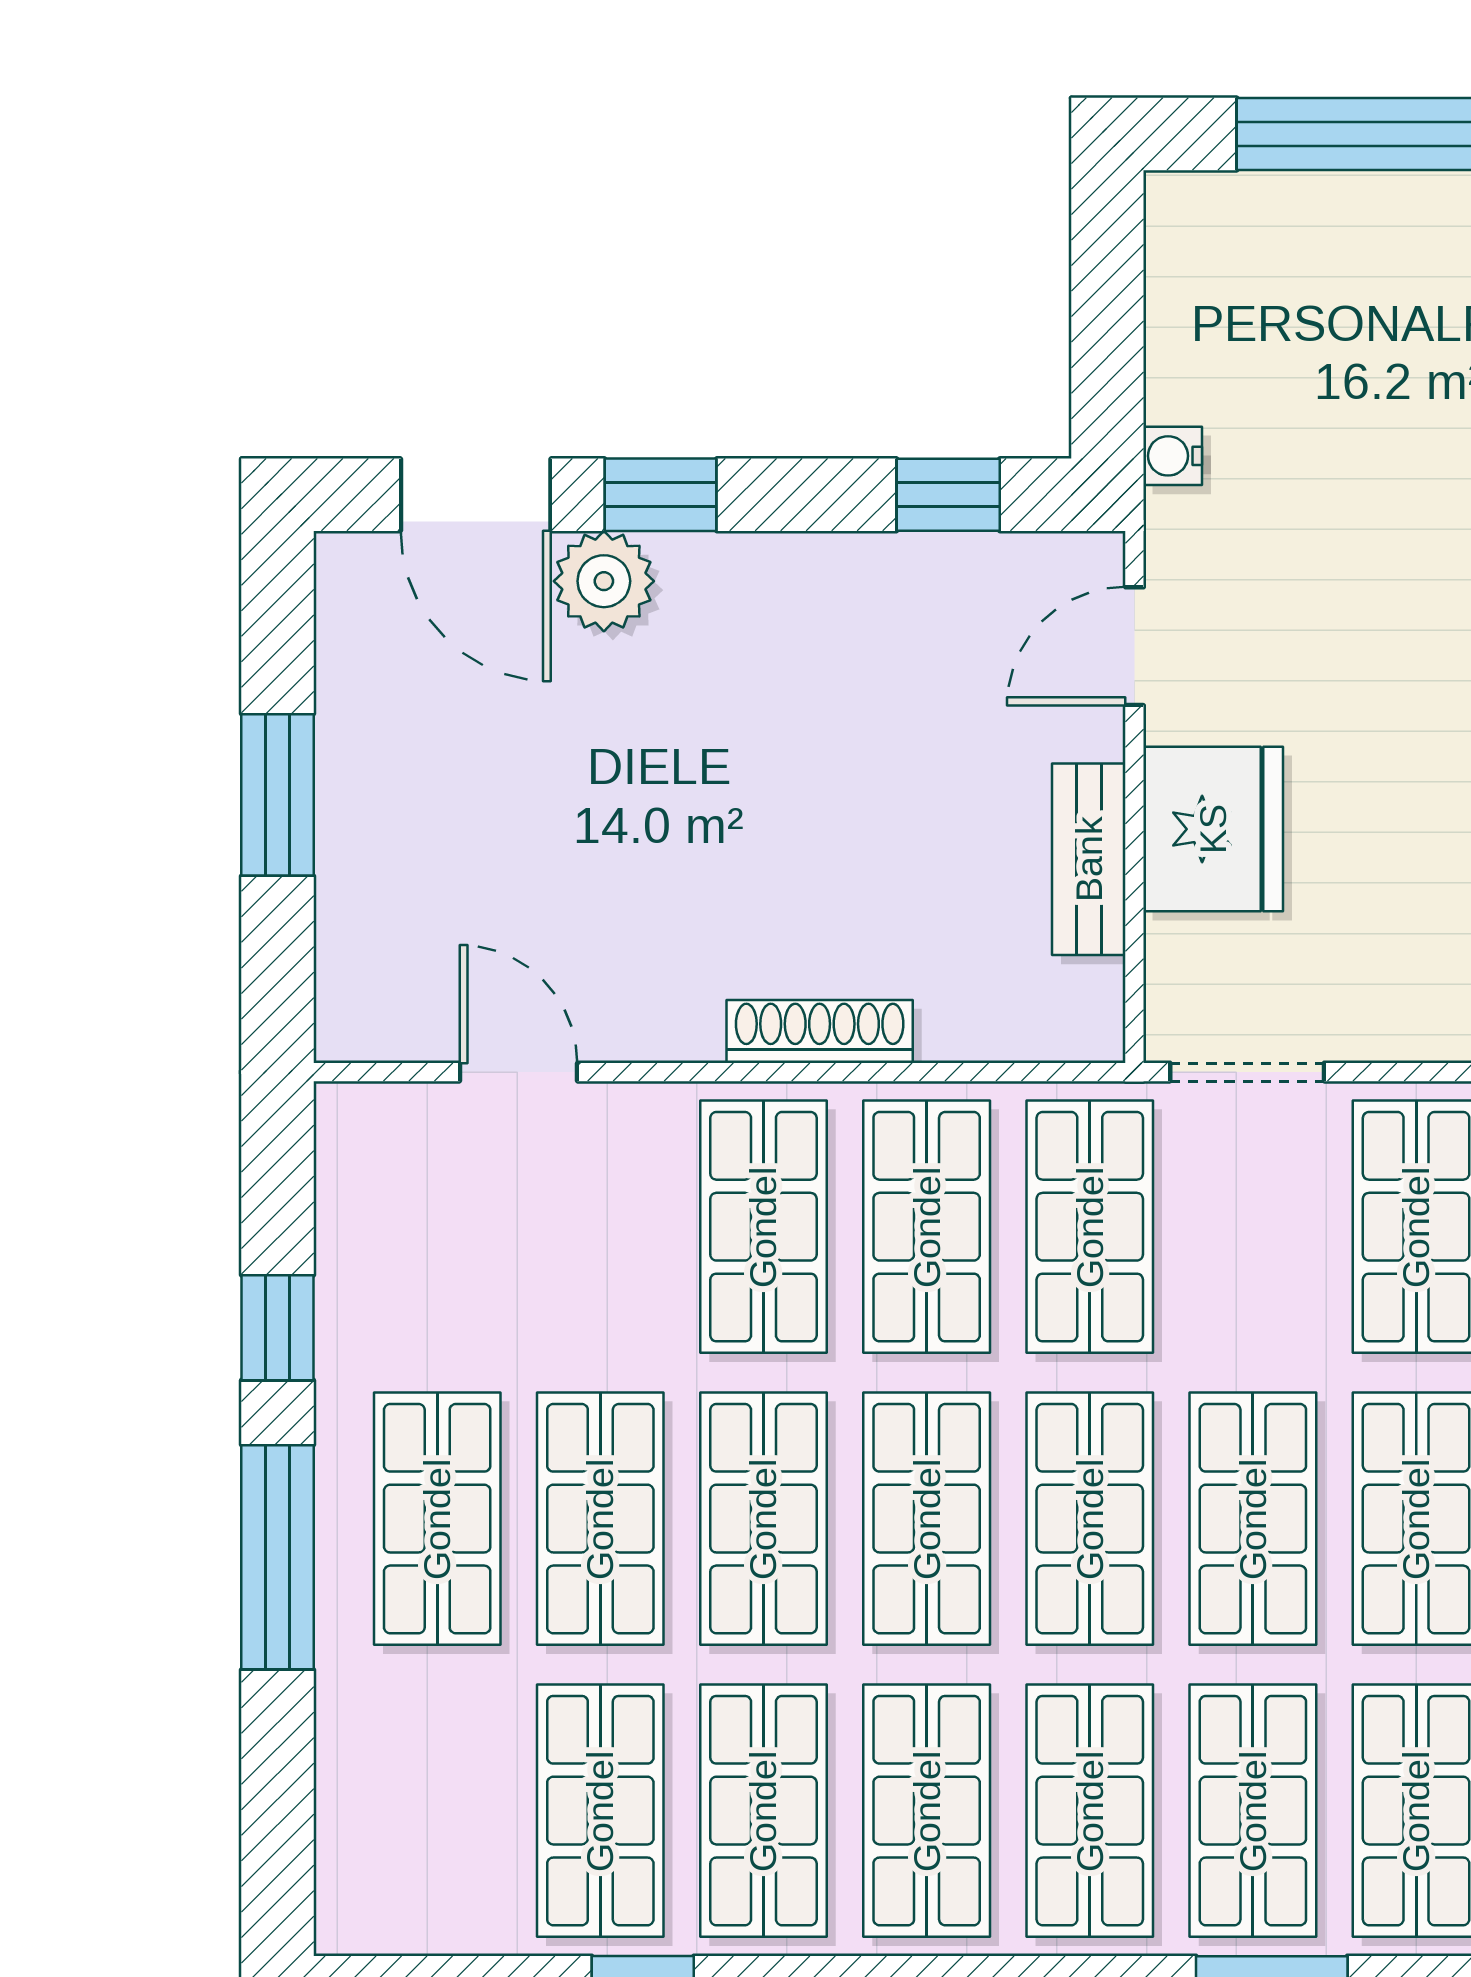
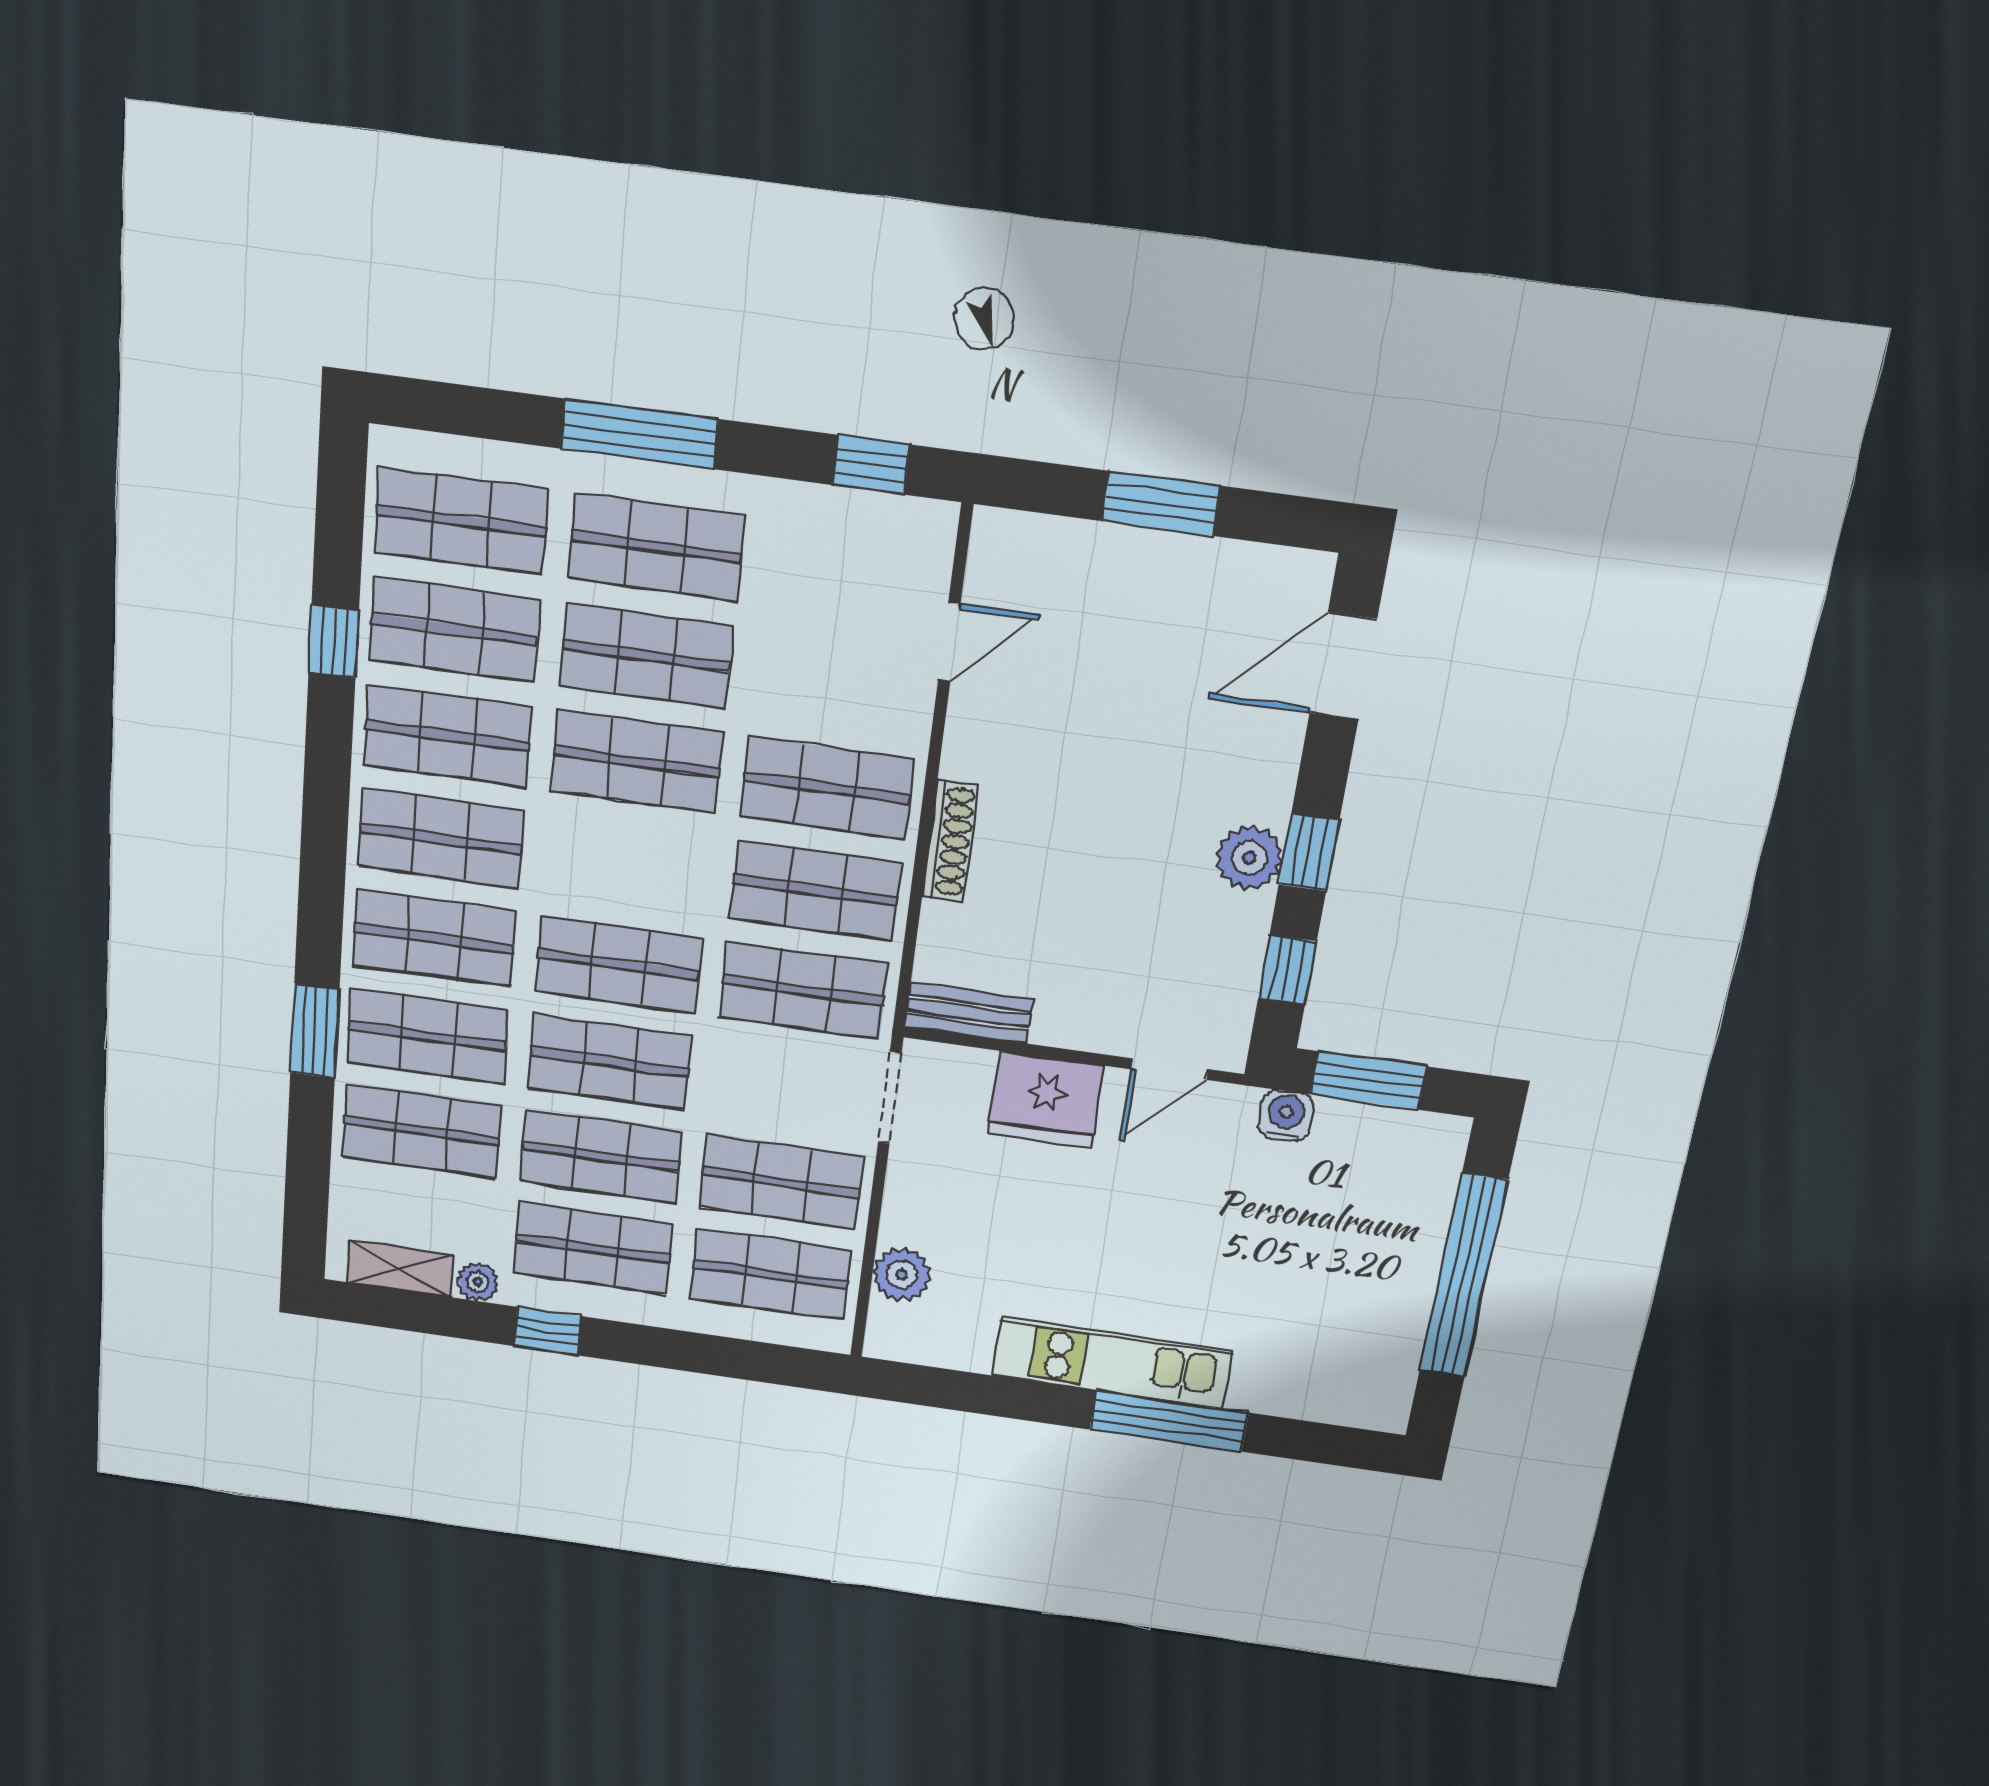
window: (1107, 342) -> (1368, 1080), added
water cooler: (1173, 456) -> (1286, 1116), width x1.38, depth x1.38
window: (661, 495) -> (1309, 852), moved
plant: (604, 581) -> (1249, 858), moved
door: (1134, 646) -> (1170, 1069), swing flipped
bench: (1089, 859) -> (969, 1013), moved
window: (278, 1328) -> (871, 465), moved
shop shelf: (927, 1519) -> (461, 521), moved

